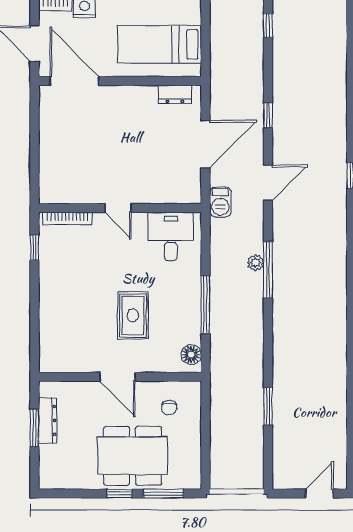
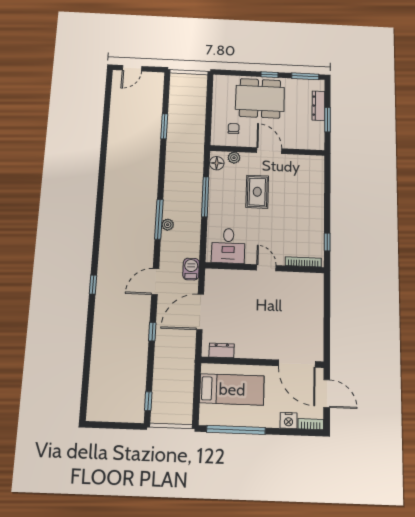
plant: (167, 364) -> (234, 158), added
dresser: (48, 421) -> (318, 106), moved
window: (163, 494) -> (305, 76), moved

